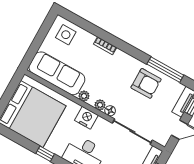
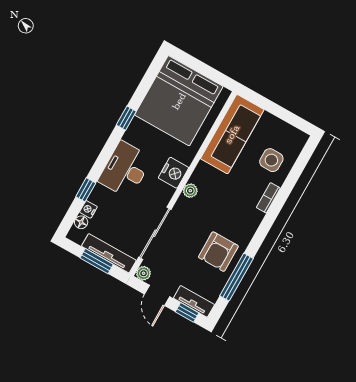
side table: (66, 35) -> (271, 160), moved
plant: (84, 96) -> (144, 273), moved
floor lamp: (110, 111) -> (182, 204), removed

